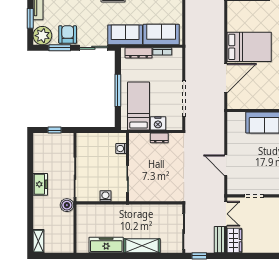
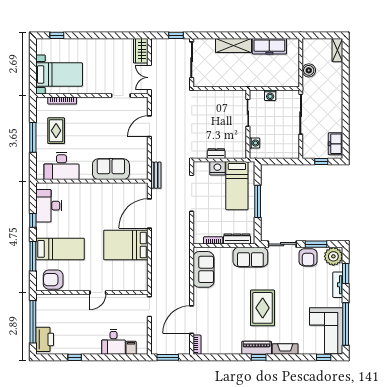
sofa: (161, 34) -> (203, 269), moved, turned -90
door: (226, 165) -> (149, 126), swing flipped
freezer: (40, 184) -> (335, 144), moved
boiler: (67, 205) -> (309, 70), moved
bench: (219, 240) -> (156, 175), moved

